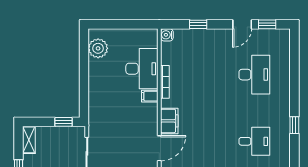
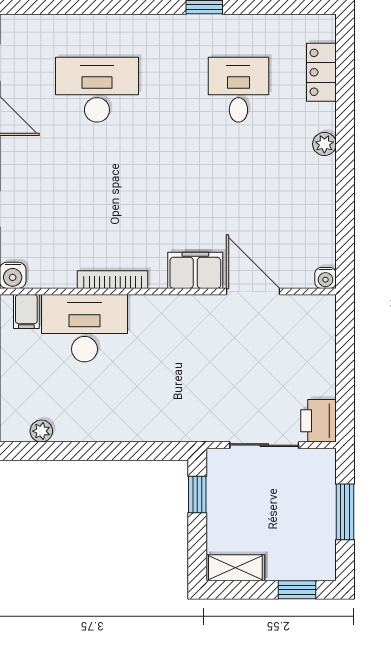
plant: (98, 48) -> (41, 431), width x0.53, depth x0.53
filing cabinet: (150, 96) -> (26, 312), moved

